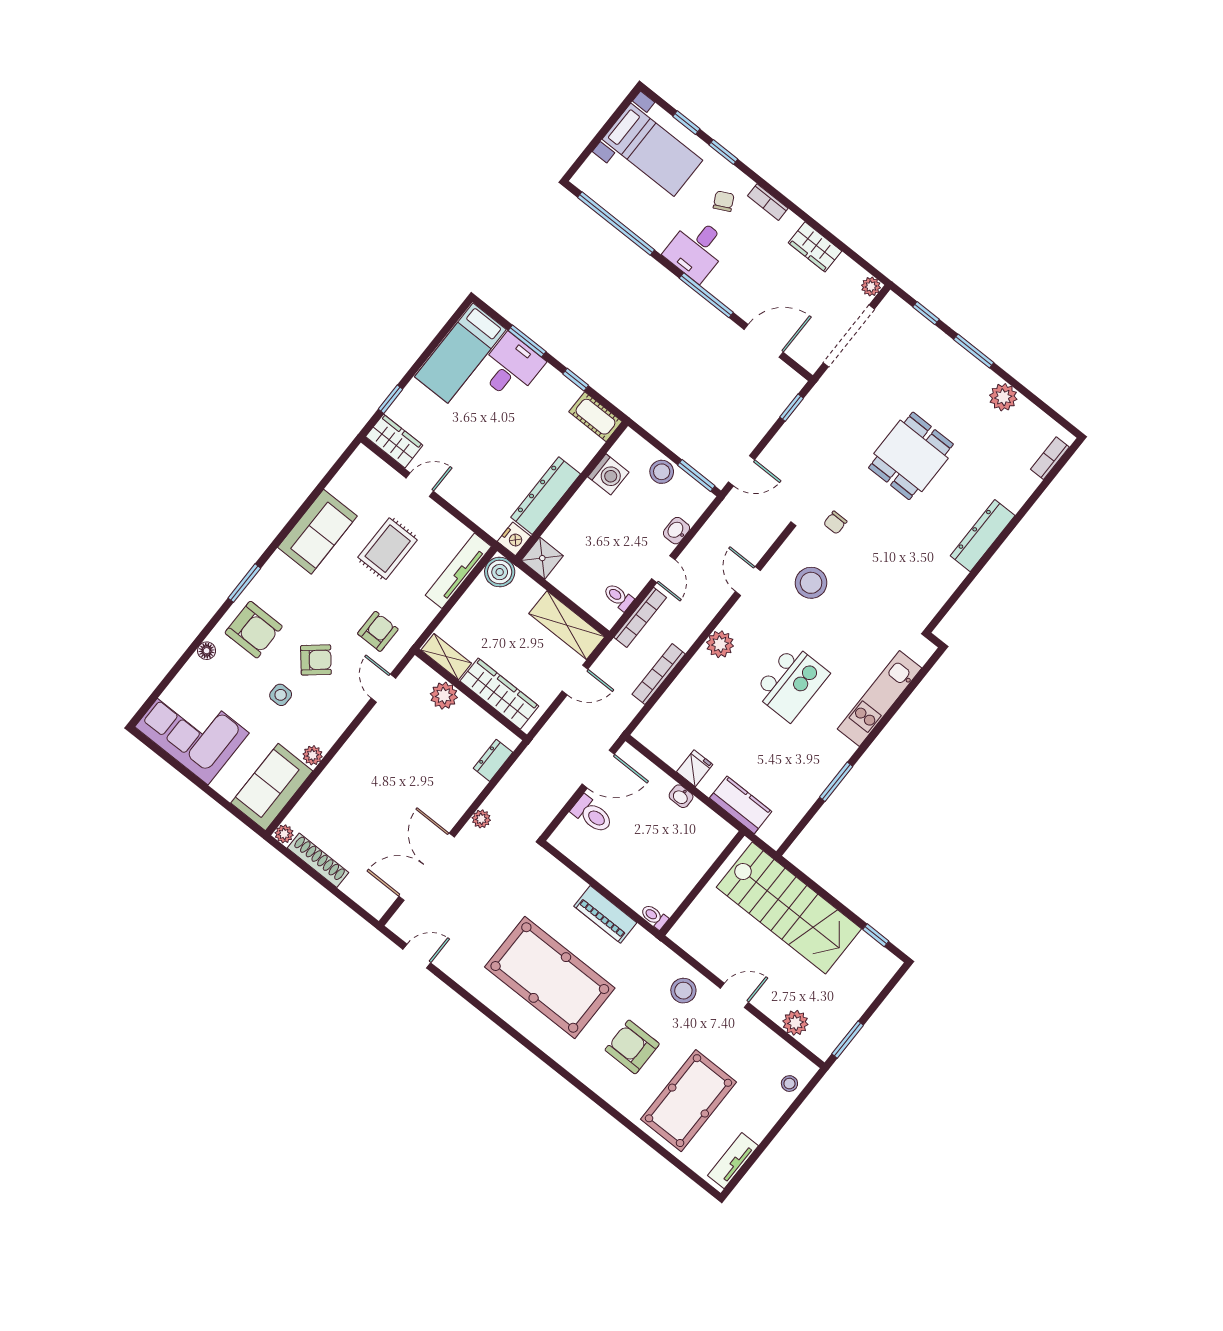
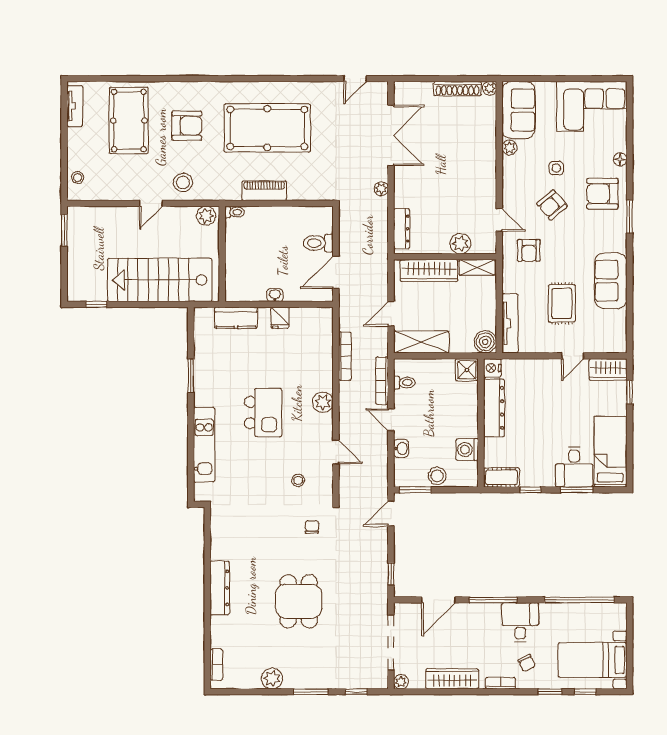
wardrobe: (815, 247) -> (452, 679), width x1.50
stool: (811, 583) -> (298, 480), width x0.53, depth x0.53
kitchen island: (791, 683) -> (263, 413), turned 180
dresser: (493, 760) -> (402, 229), width x1.44
plant: (795, 1023) -> (206, 216), moved

